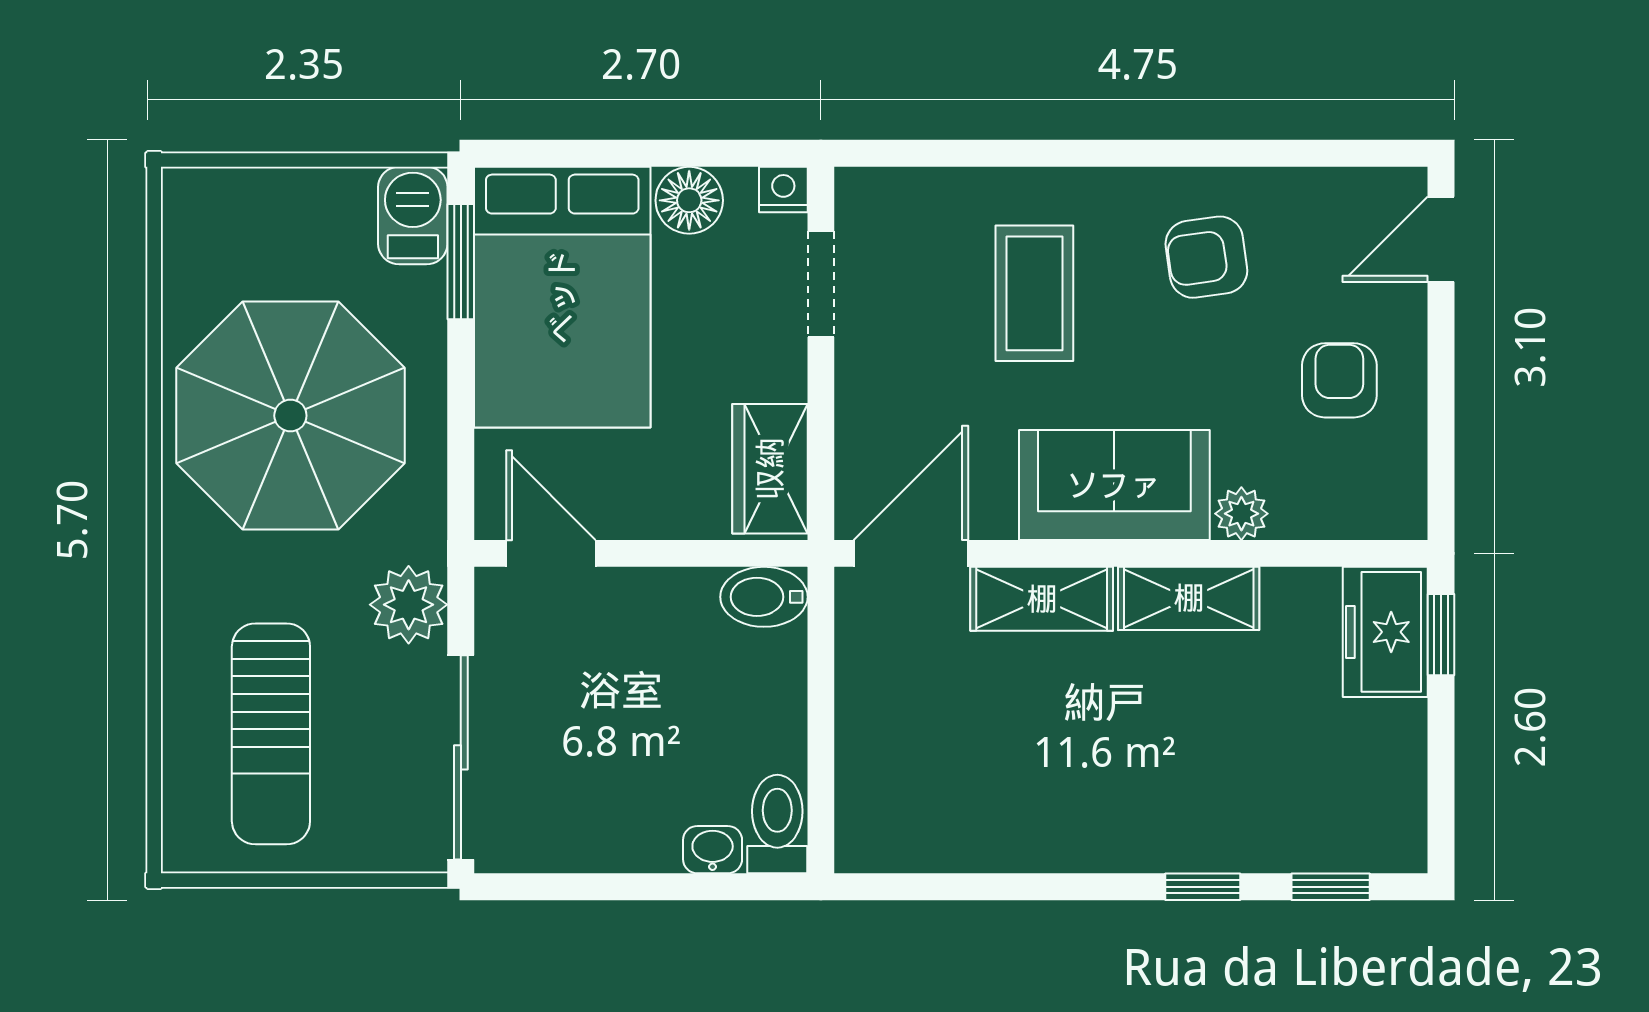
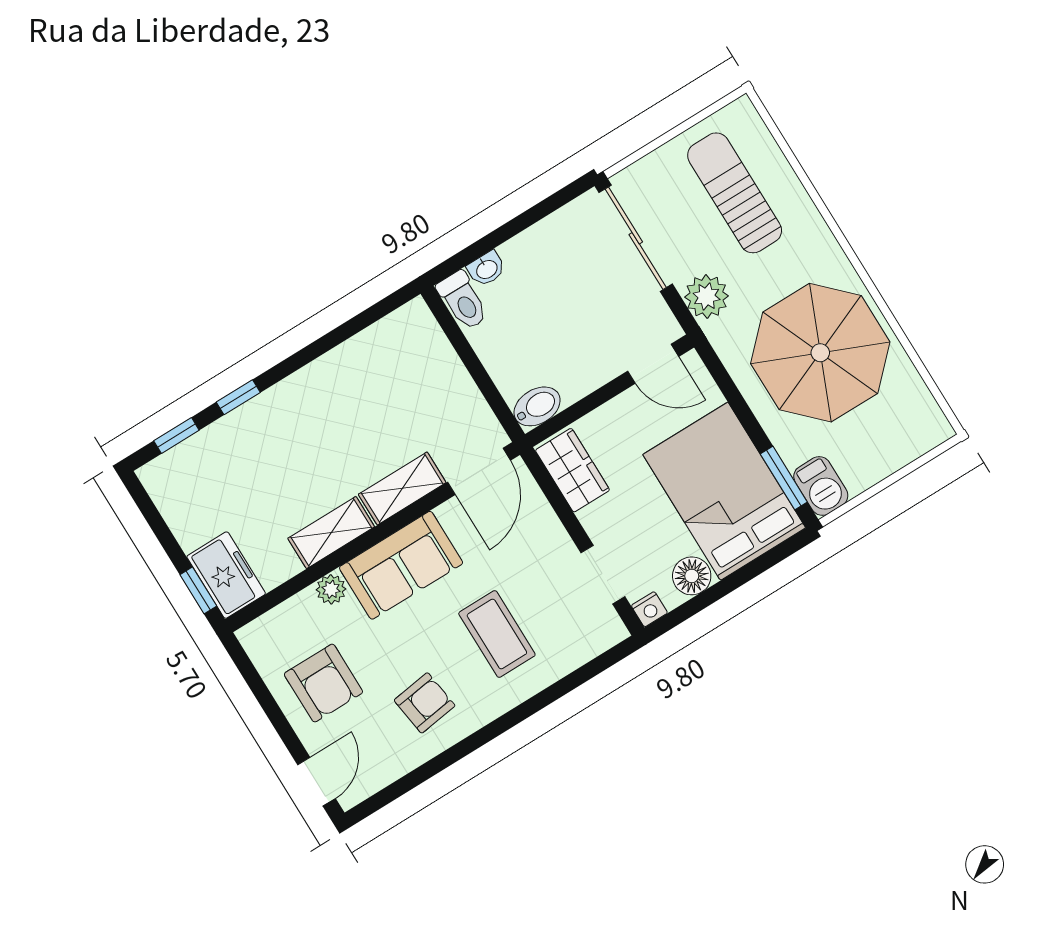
armchair: (1339, 380) -> (323, 683), width x1.38, depth x1.38

